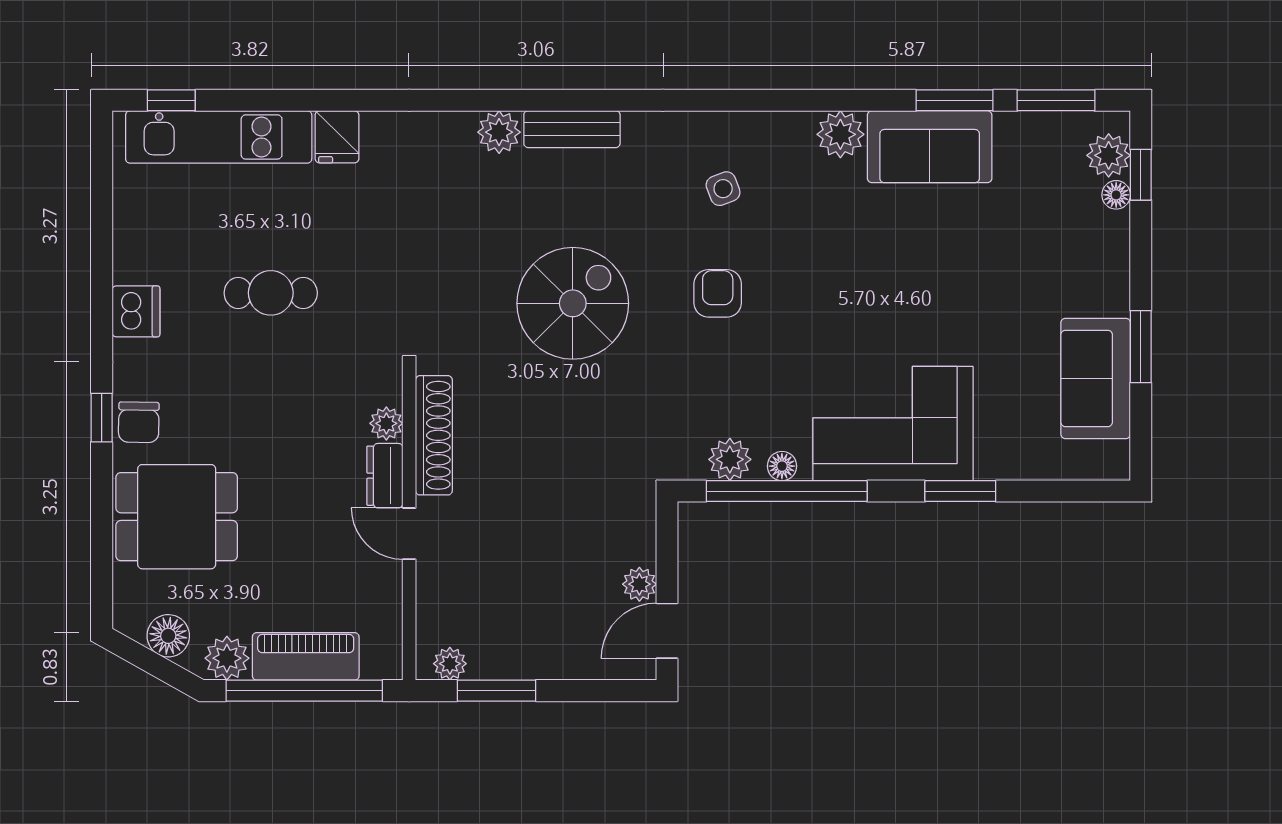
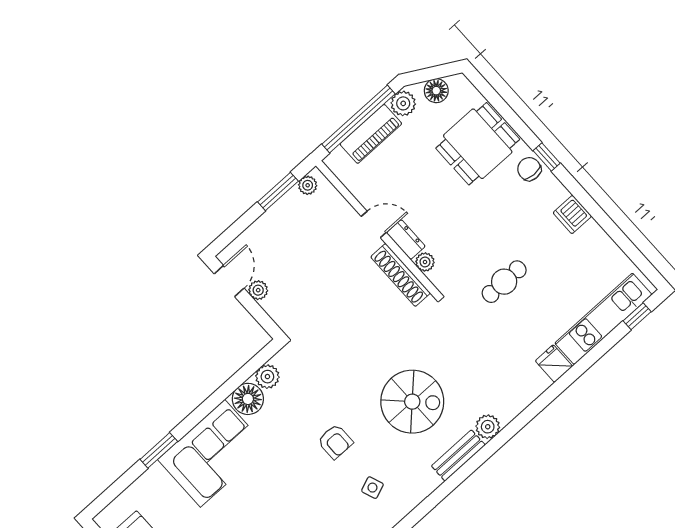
cafe table: (271, 293) -> (504, 282), moved
spiral stairs: (573, 303) -> (412, 402), moved, turned -90
floor lamp: (782, 466) -> (248, 399), width x1.89, depth x1.89
window: (787, 491) -> (232, 385), removed

